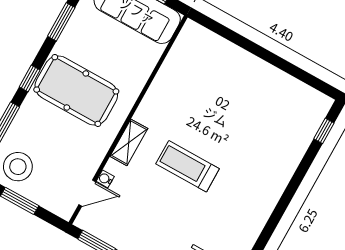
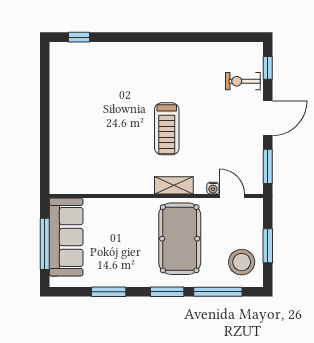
window: (30, 78) -> (167, 292), width x1.50
pool table: (76, 90) -> (180, 239), moved

